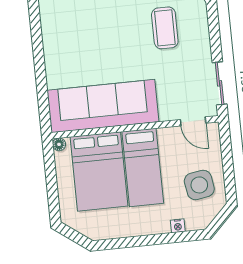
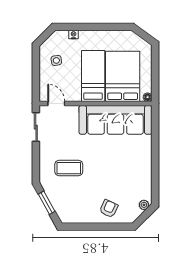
coffee table: (165, 28) -> (69, 168), turned 90
side table: (199, 185) -> (56, 60), width x0.54, depth x0.54

